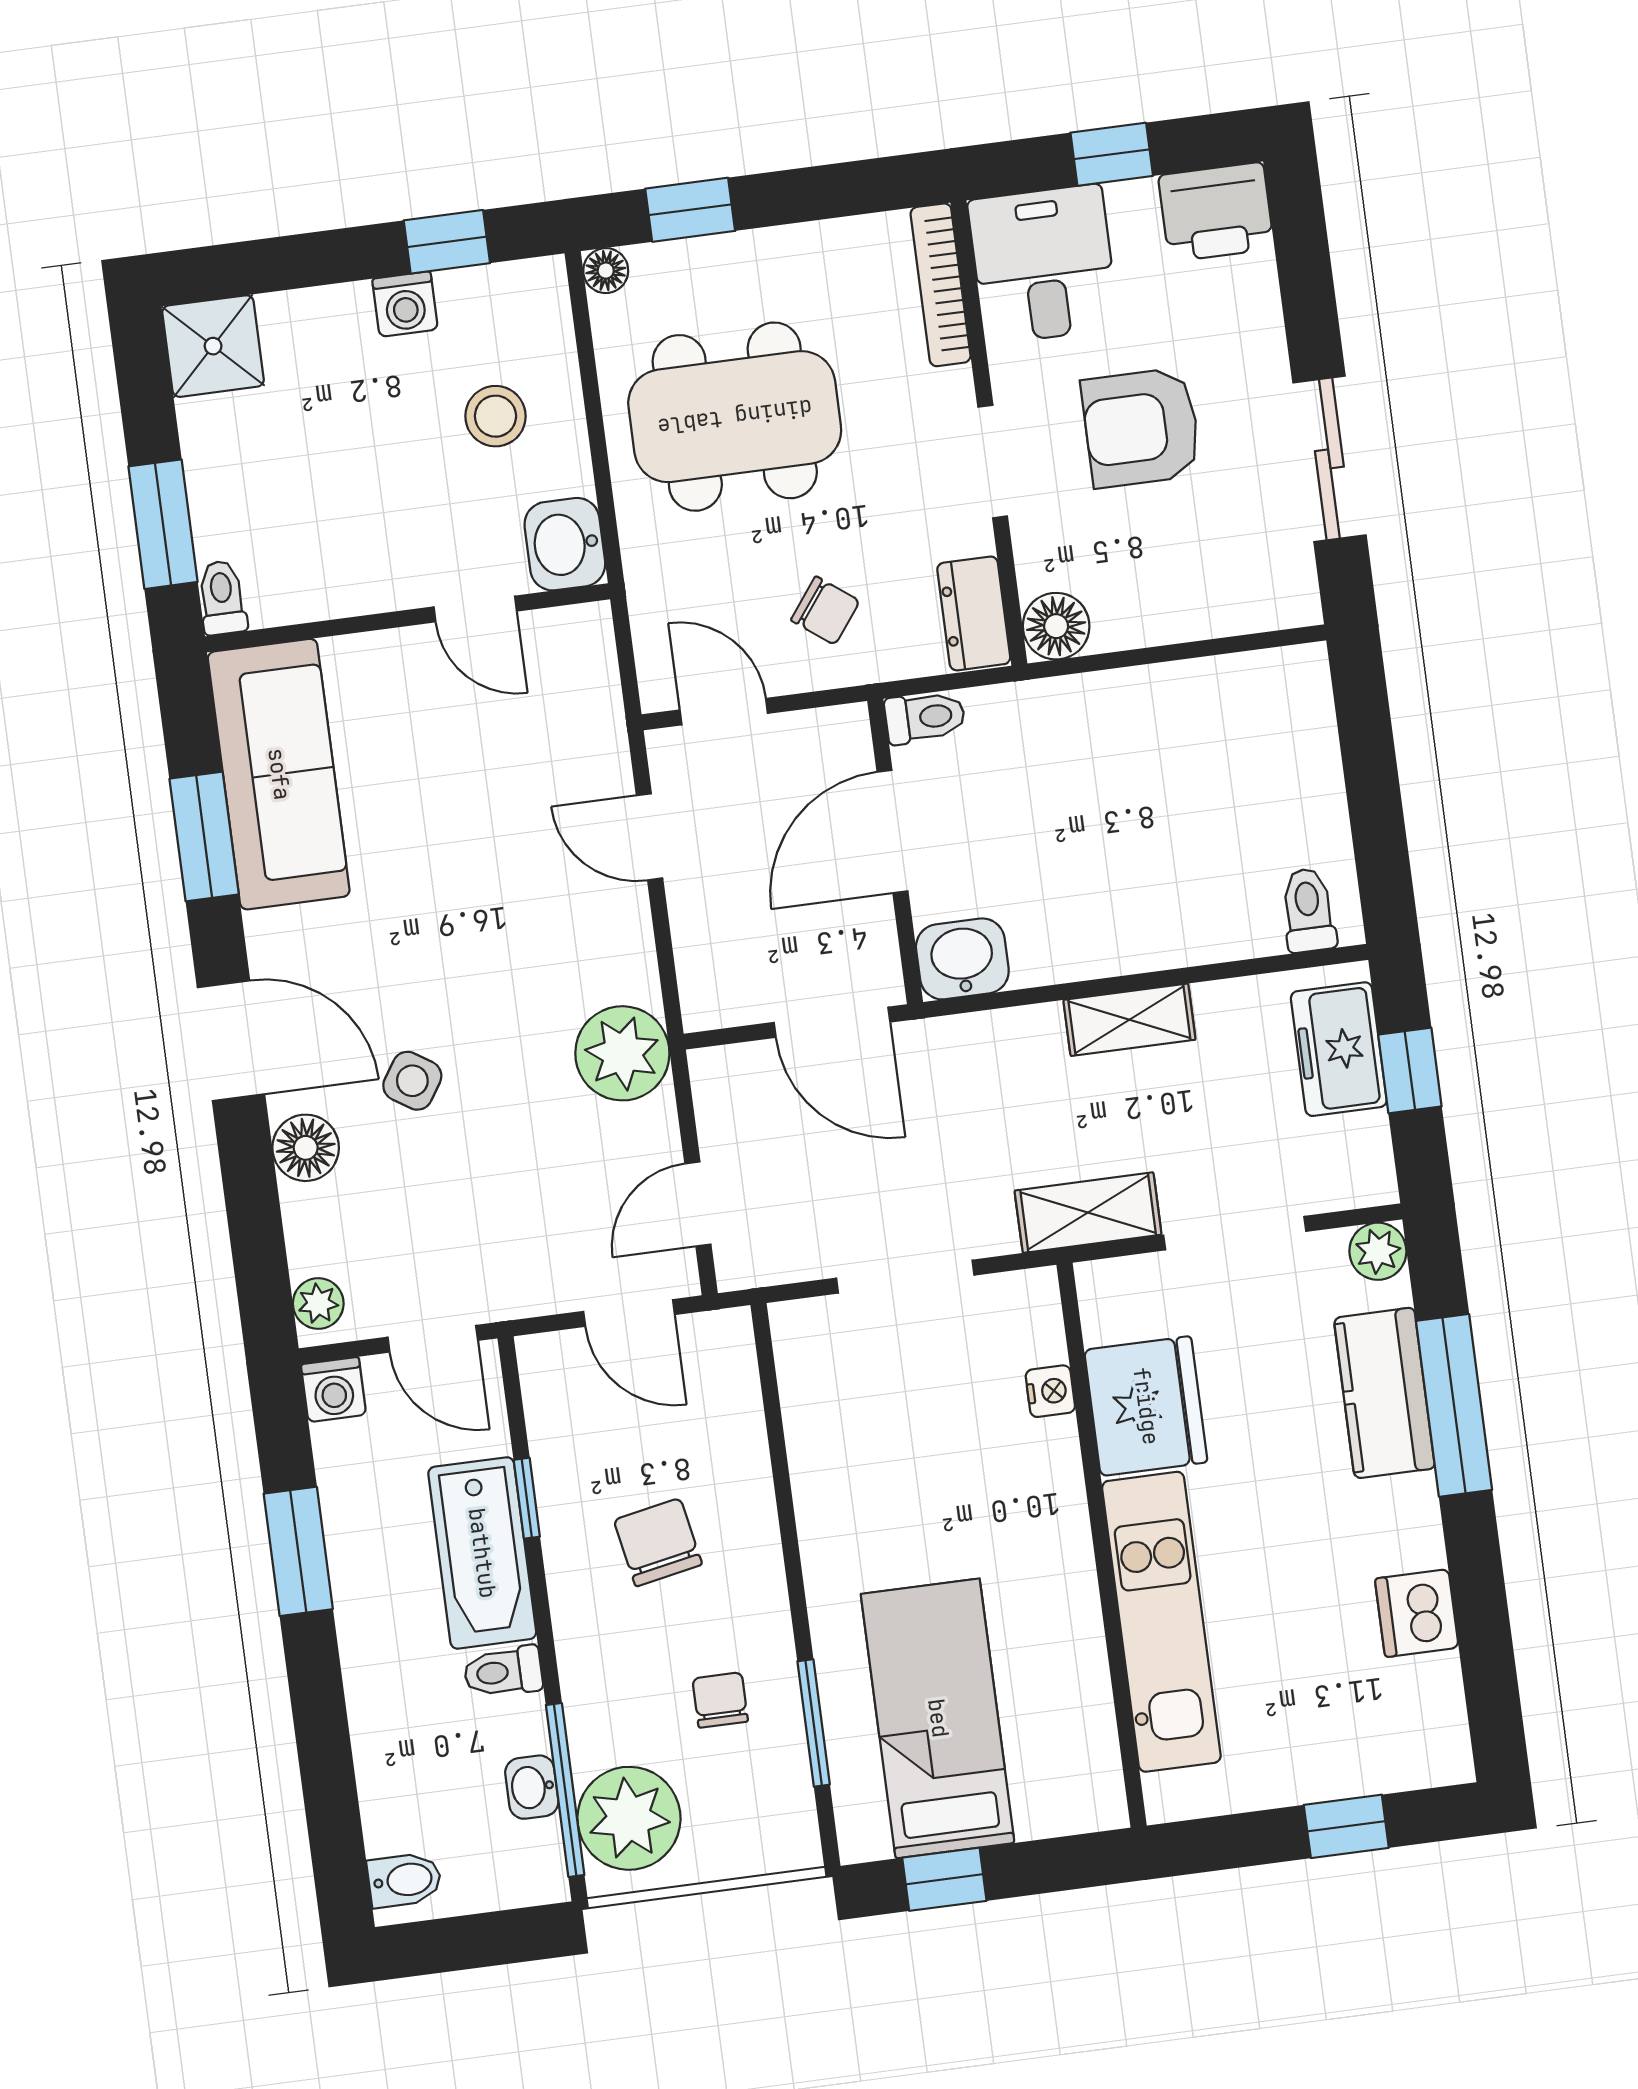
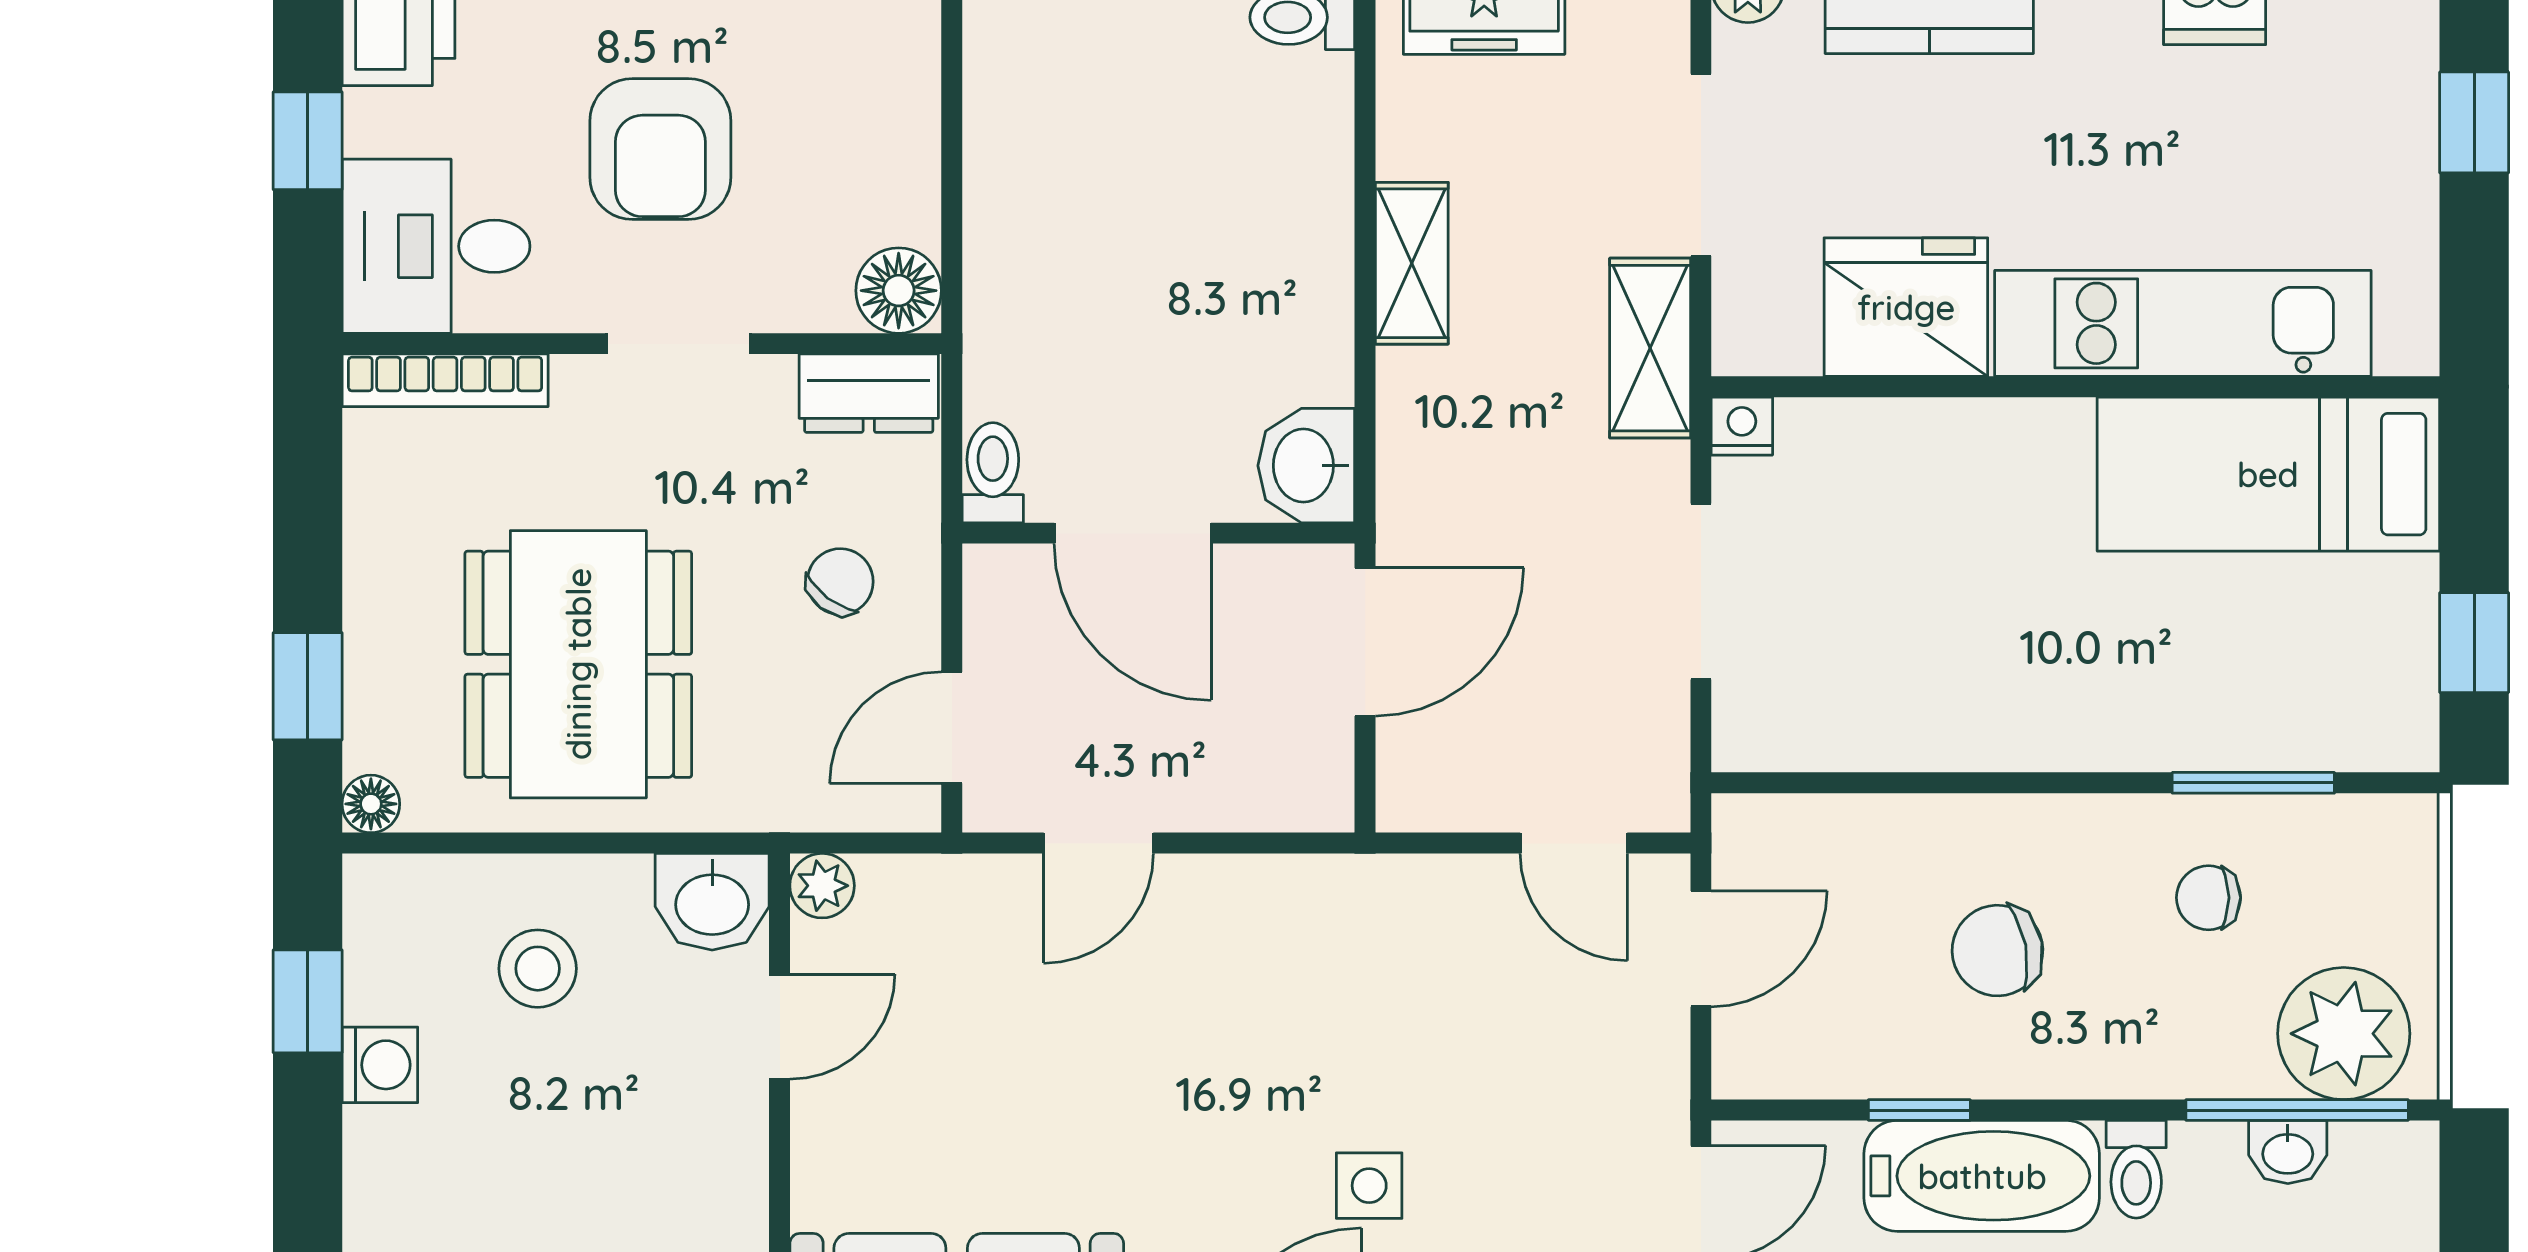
plant: (622, 1053) -> (822, 886), moved, width x0.53, depth x0.53
side table: (412, 1081) -> (1369, 1186), turned -33
nightstand: (1050, 1391) -> (1742, 426), moved
bed: (938, 1718) -> (2268, 474), moved

